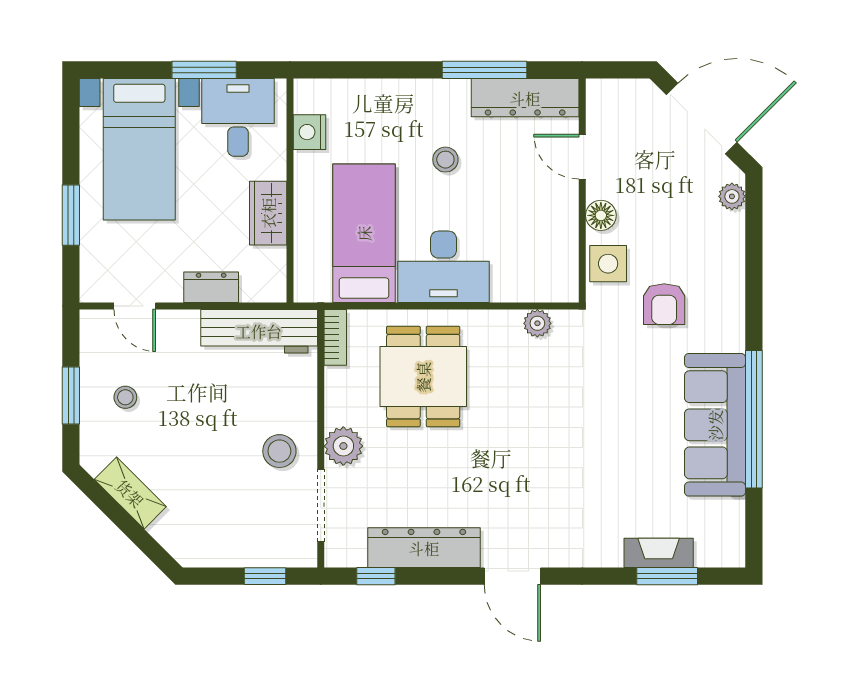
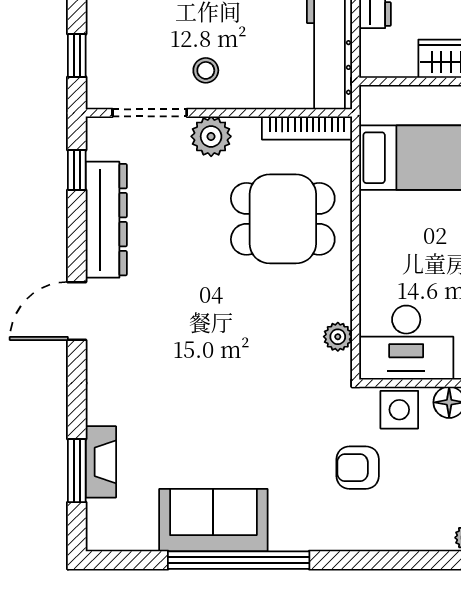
desk: (444, 267) -> (406, 343), moved, turned -90
bookcase: (335, 337) -> (307, 128), width x1.56
sofa: (715, 425) -> (213, 520), width x0.73
stool: (279, 451) -> (206, 70), width x0.73, depth x0.73

